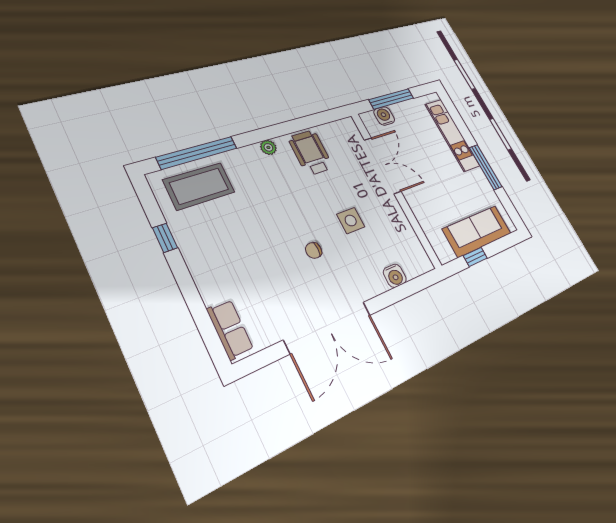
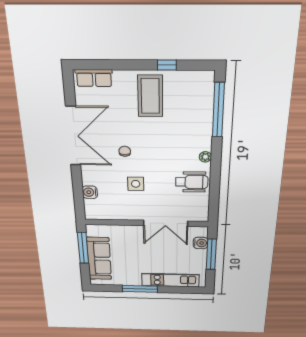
coffee table: (199, 186) -> (150, 96), moved
window: (475, 257) -> (83, 248), width x2.17
double door: (328, 327) -> (73, 136), swing flipped

